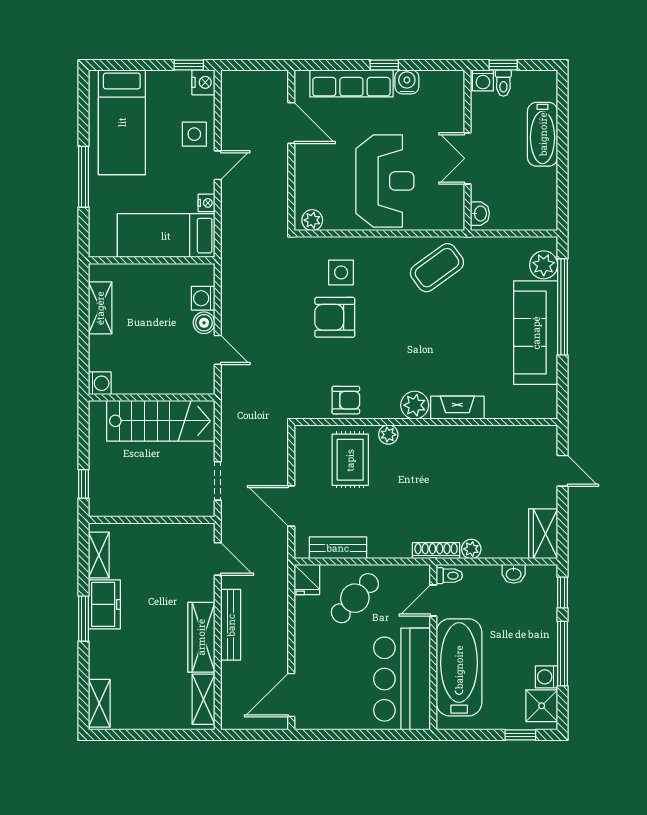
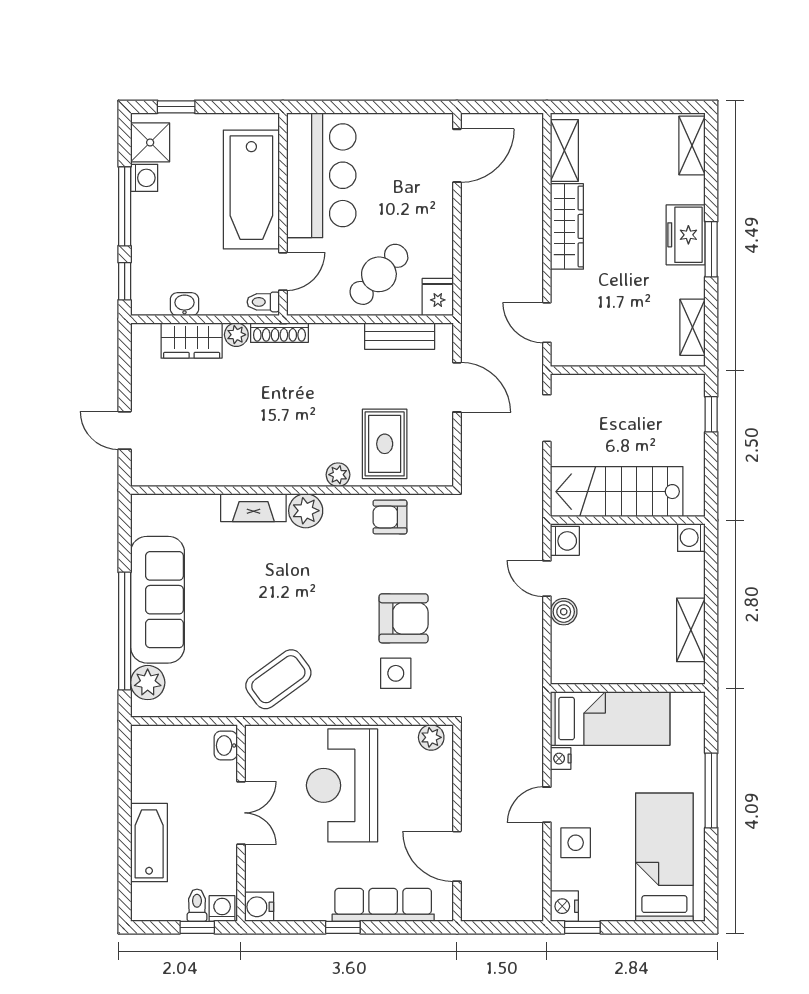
water cooler: (407, 82) -> (259, 907), moved, turned 90
washing machine: (203, 298) -> (565, 541), moved
wardrobe: (543, 534) -> (192, 340), moved, turned 90
freezer: (104, 604) -> (686, 235), moved
bench: (231, 625) -> (531, 242), removed

